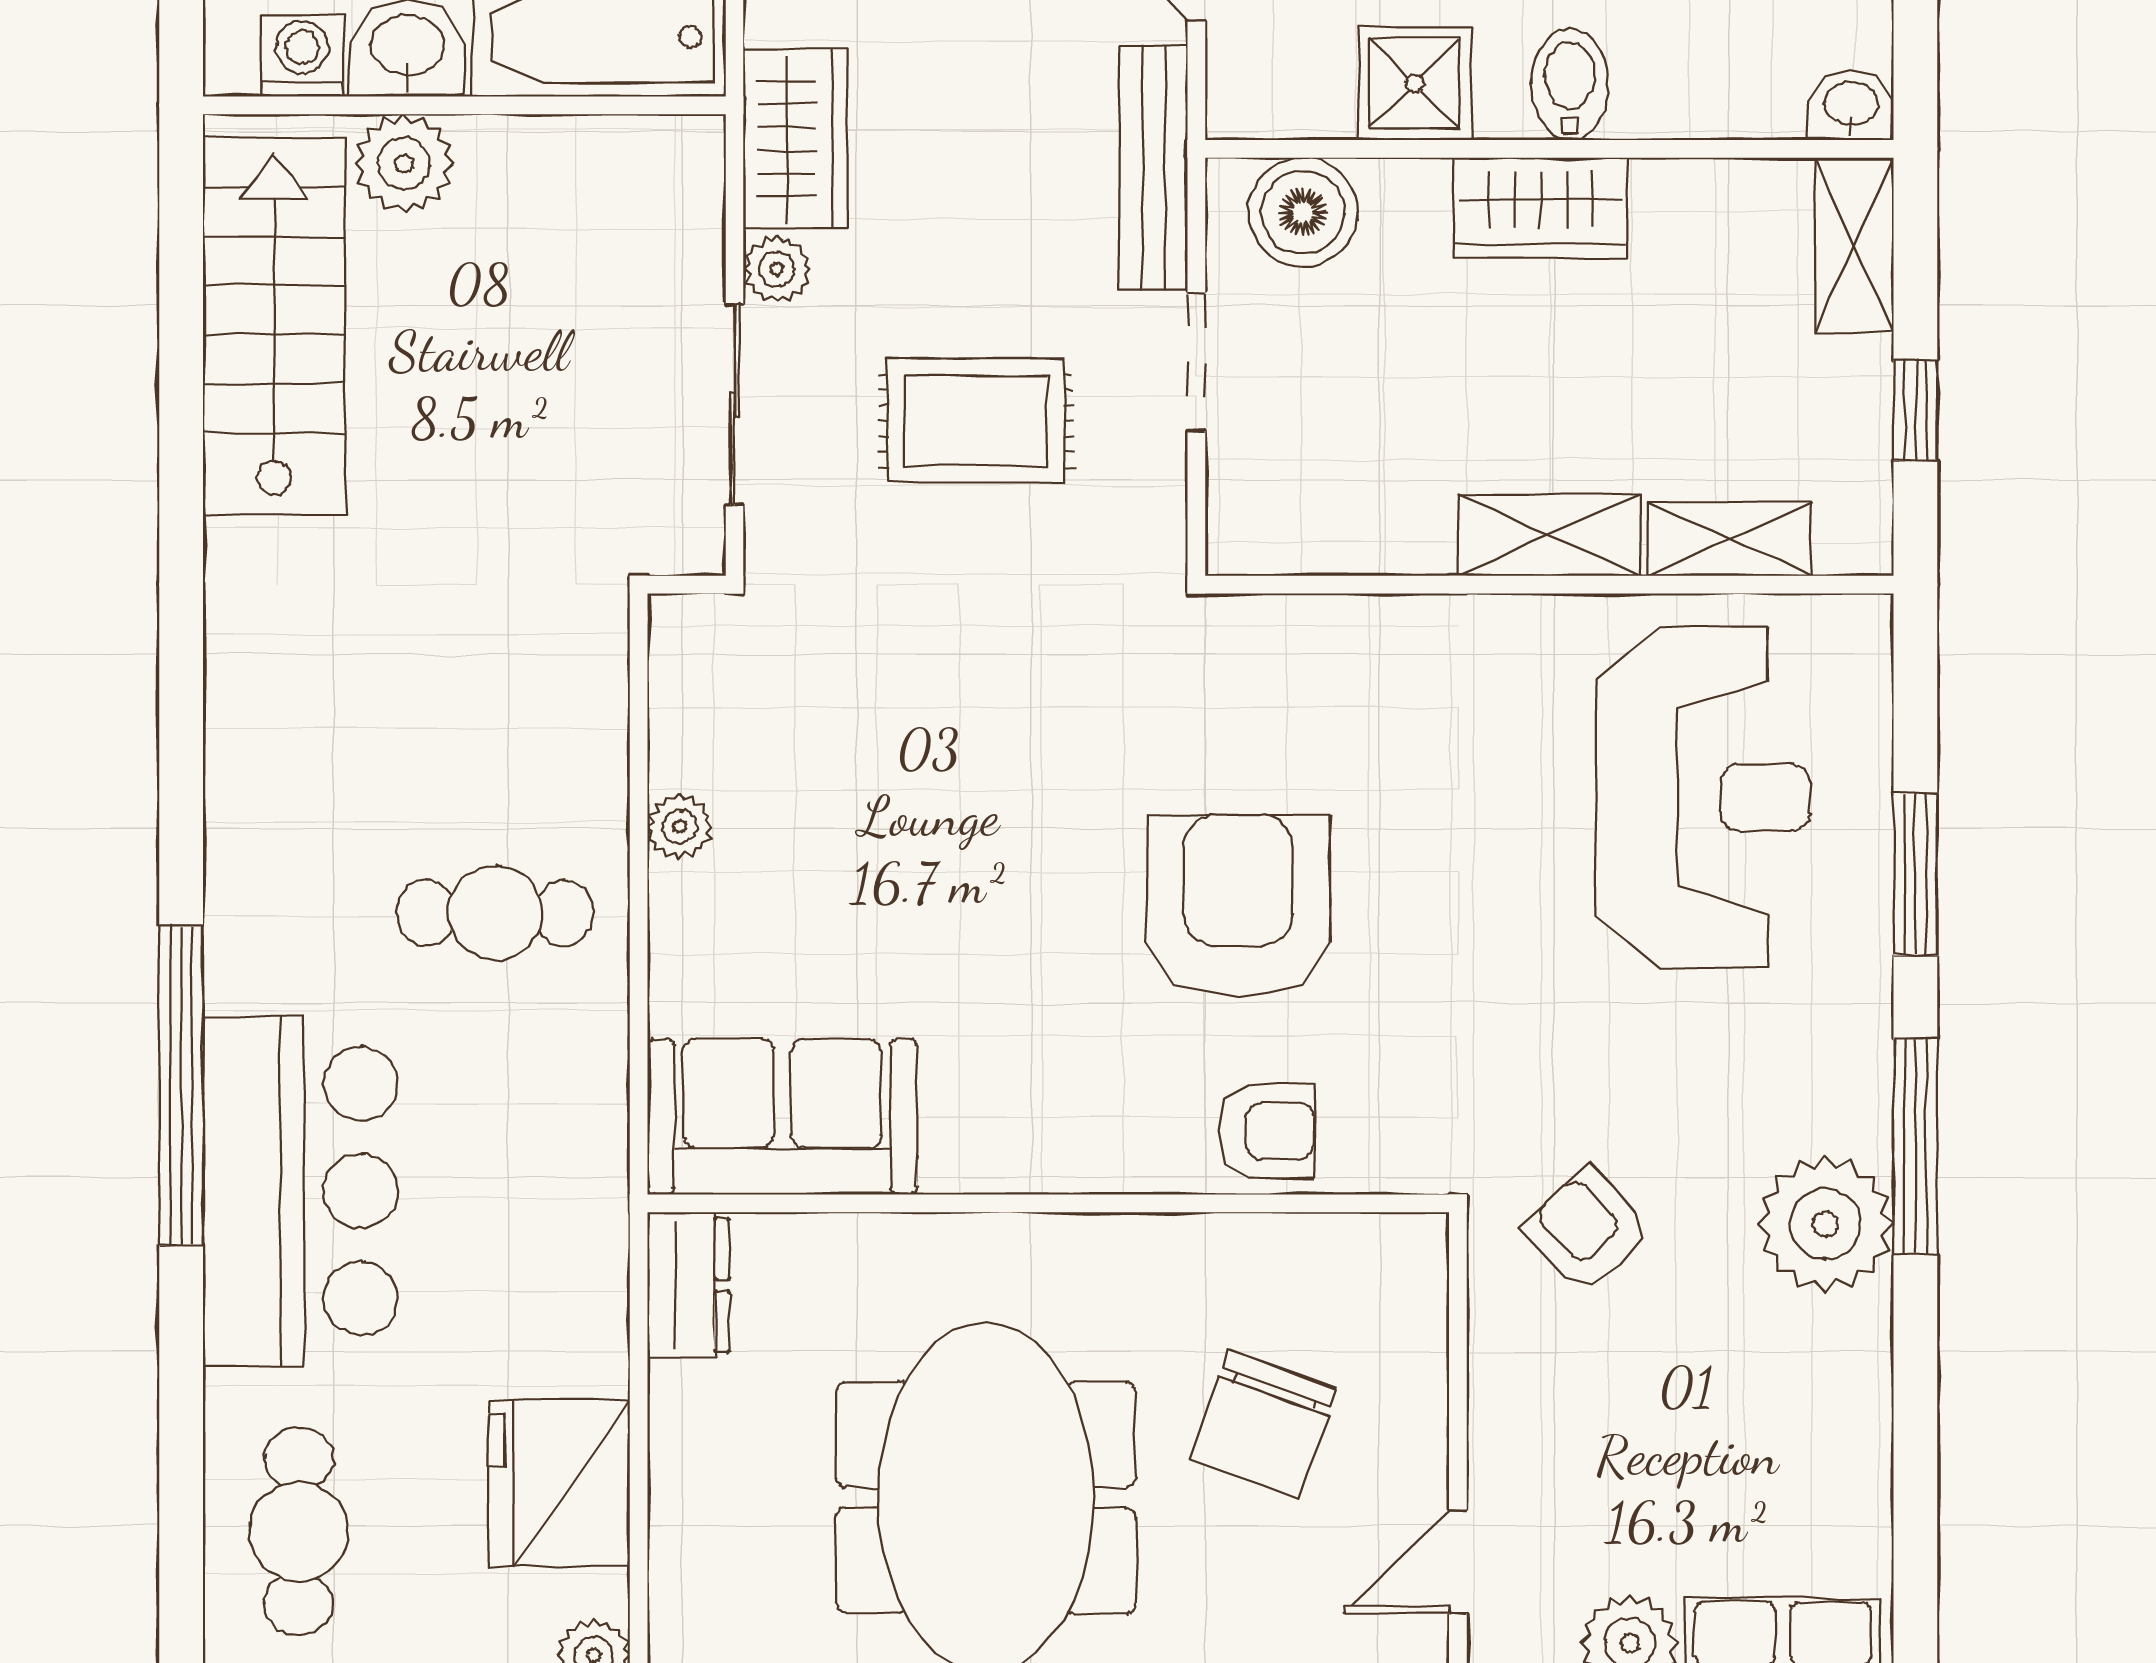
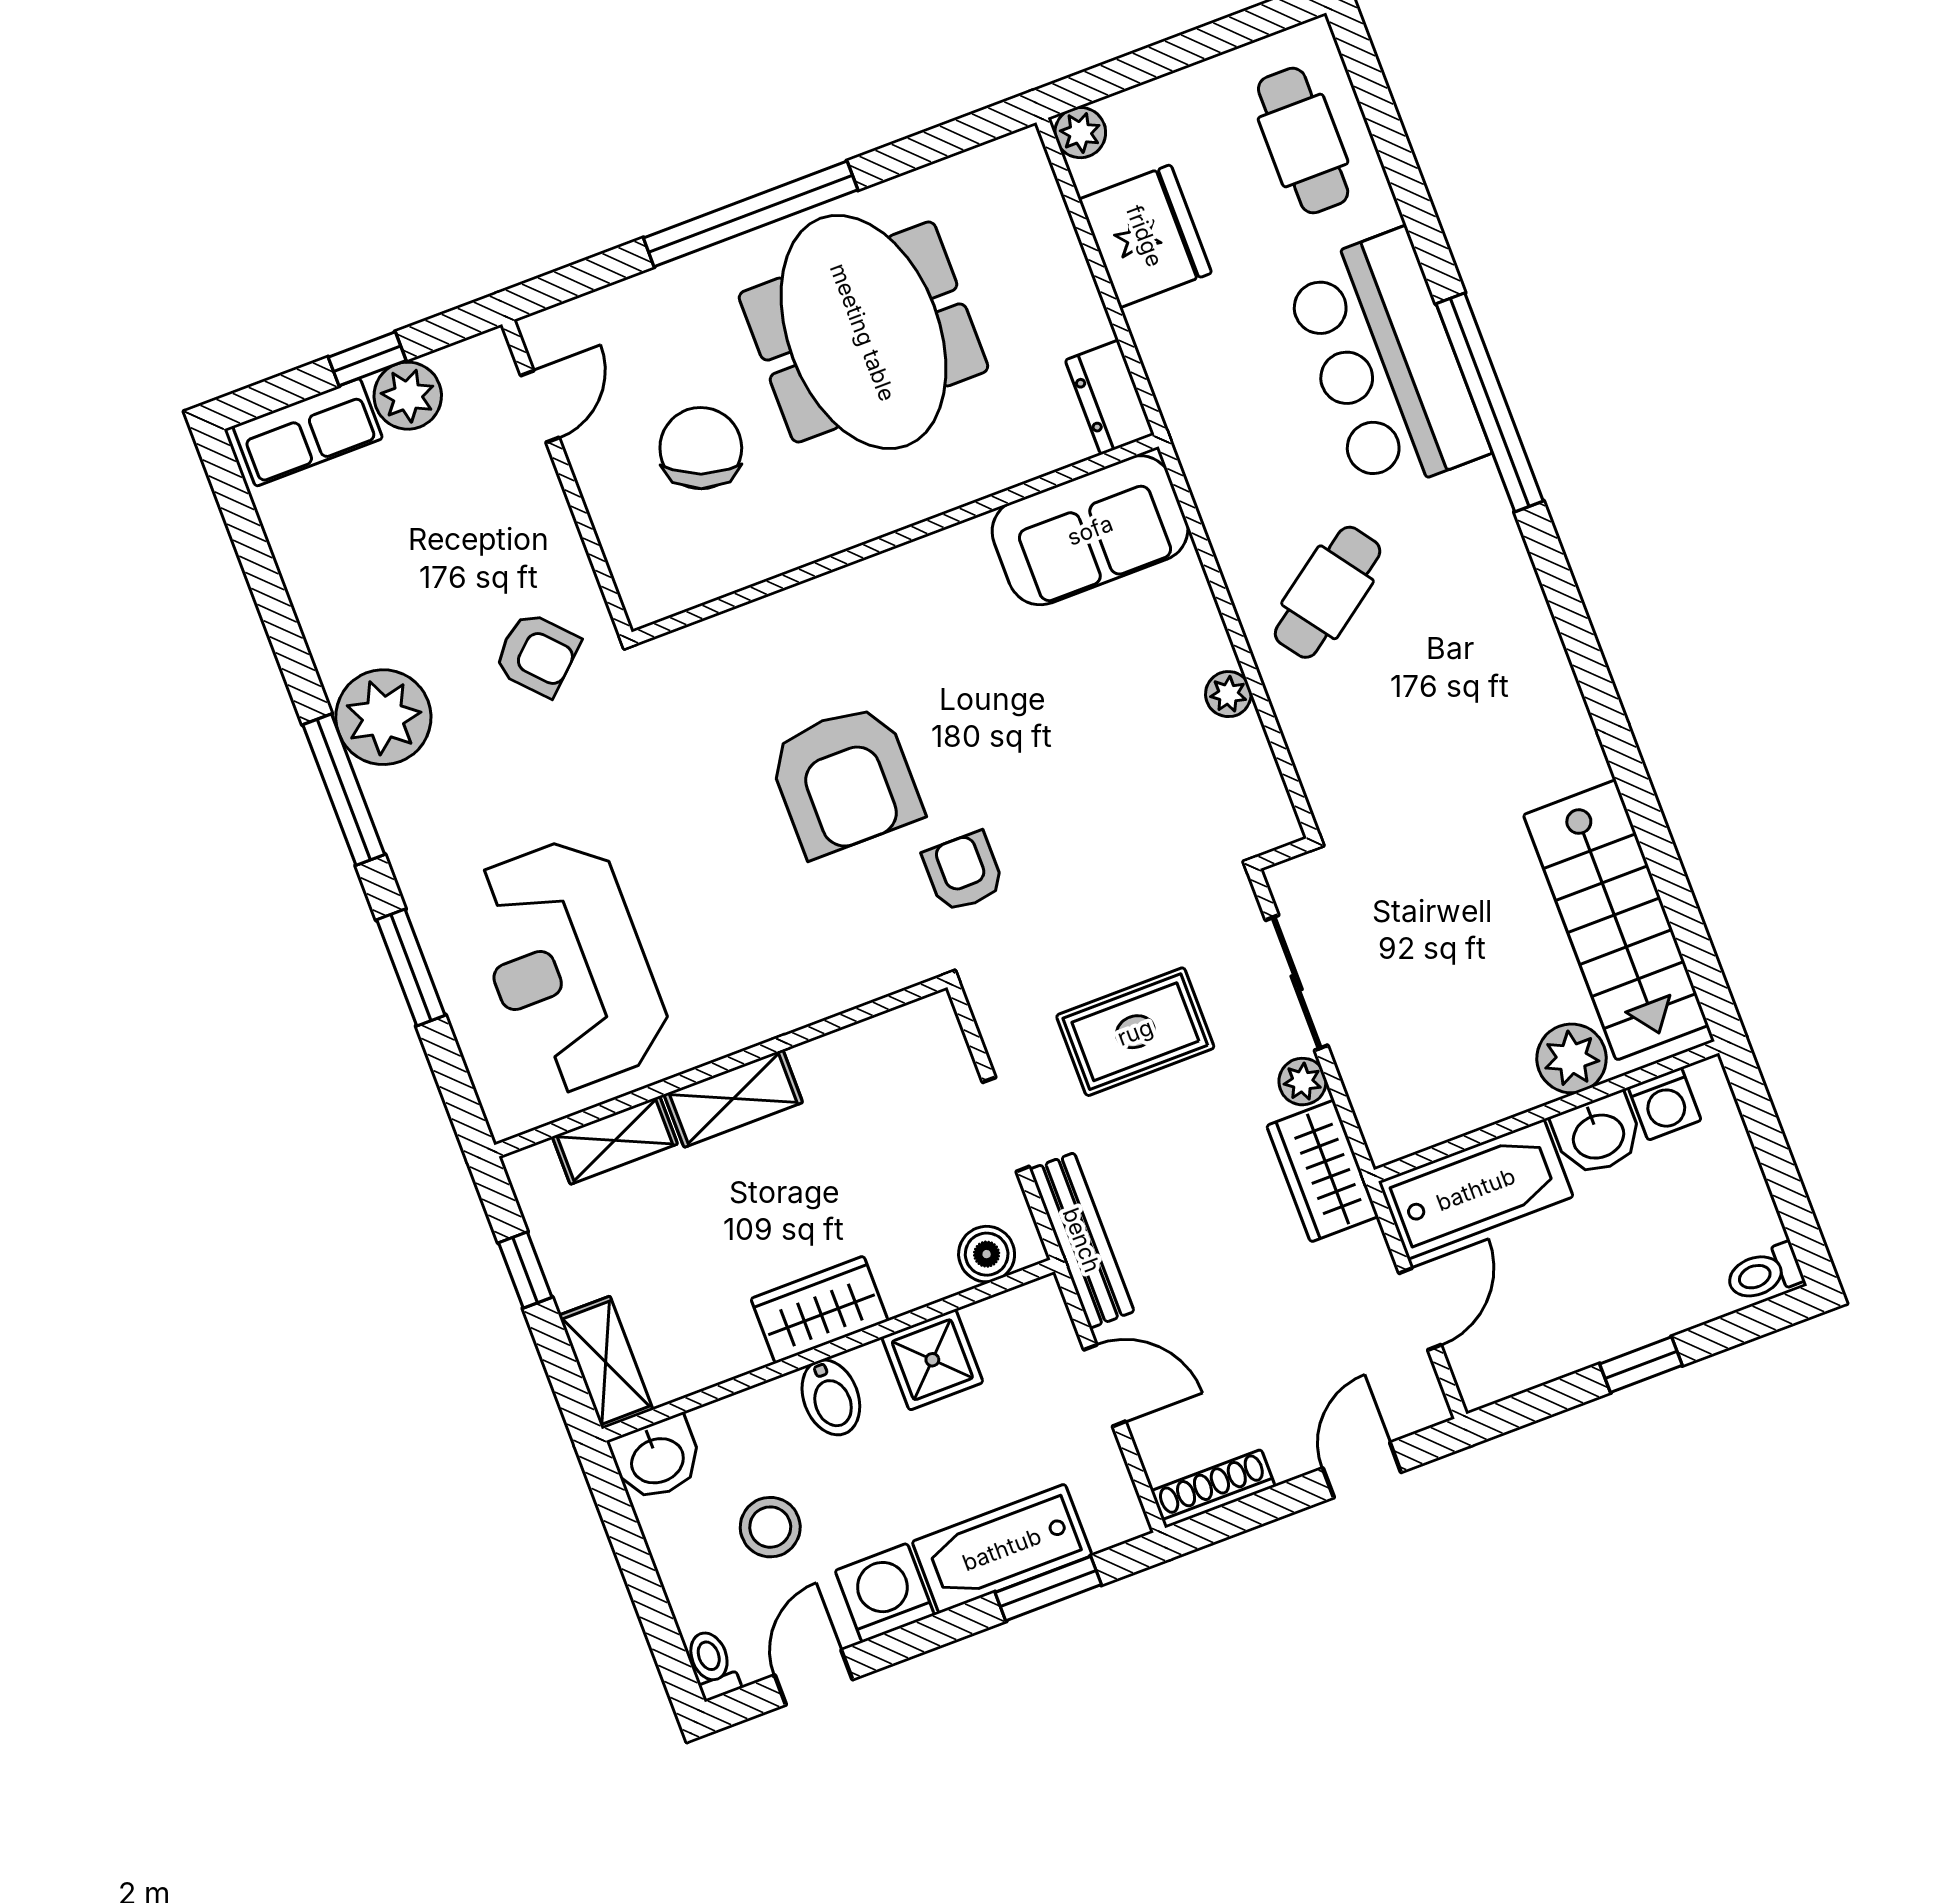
washbasin: (1851, 106) -> (657, 1459), width x1.38, depth x1.45
boiler: (1303, 212) -> (987, 1254), width x0.73, depth x0.73
cafe table: (495, 913) -> (1328, 592), turned -36
armchair: (1266, 1131) -> (963, 872), moved, turned 90

